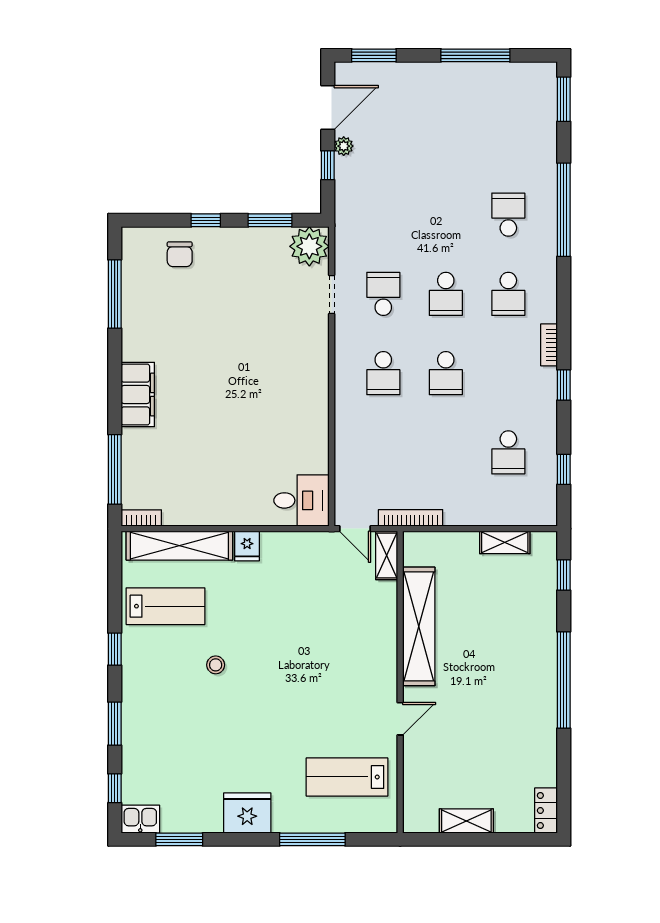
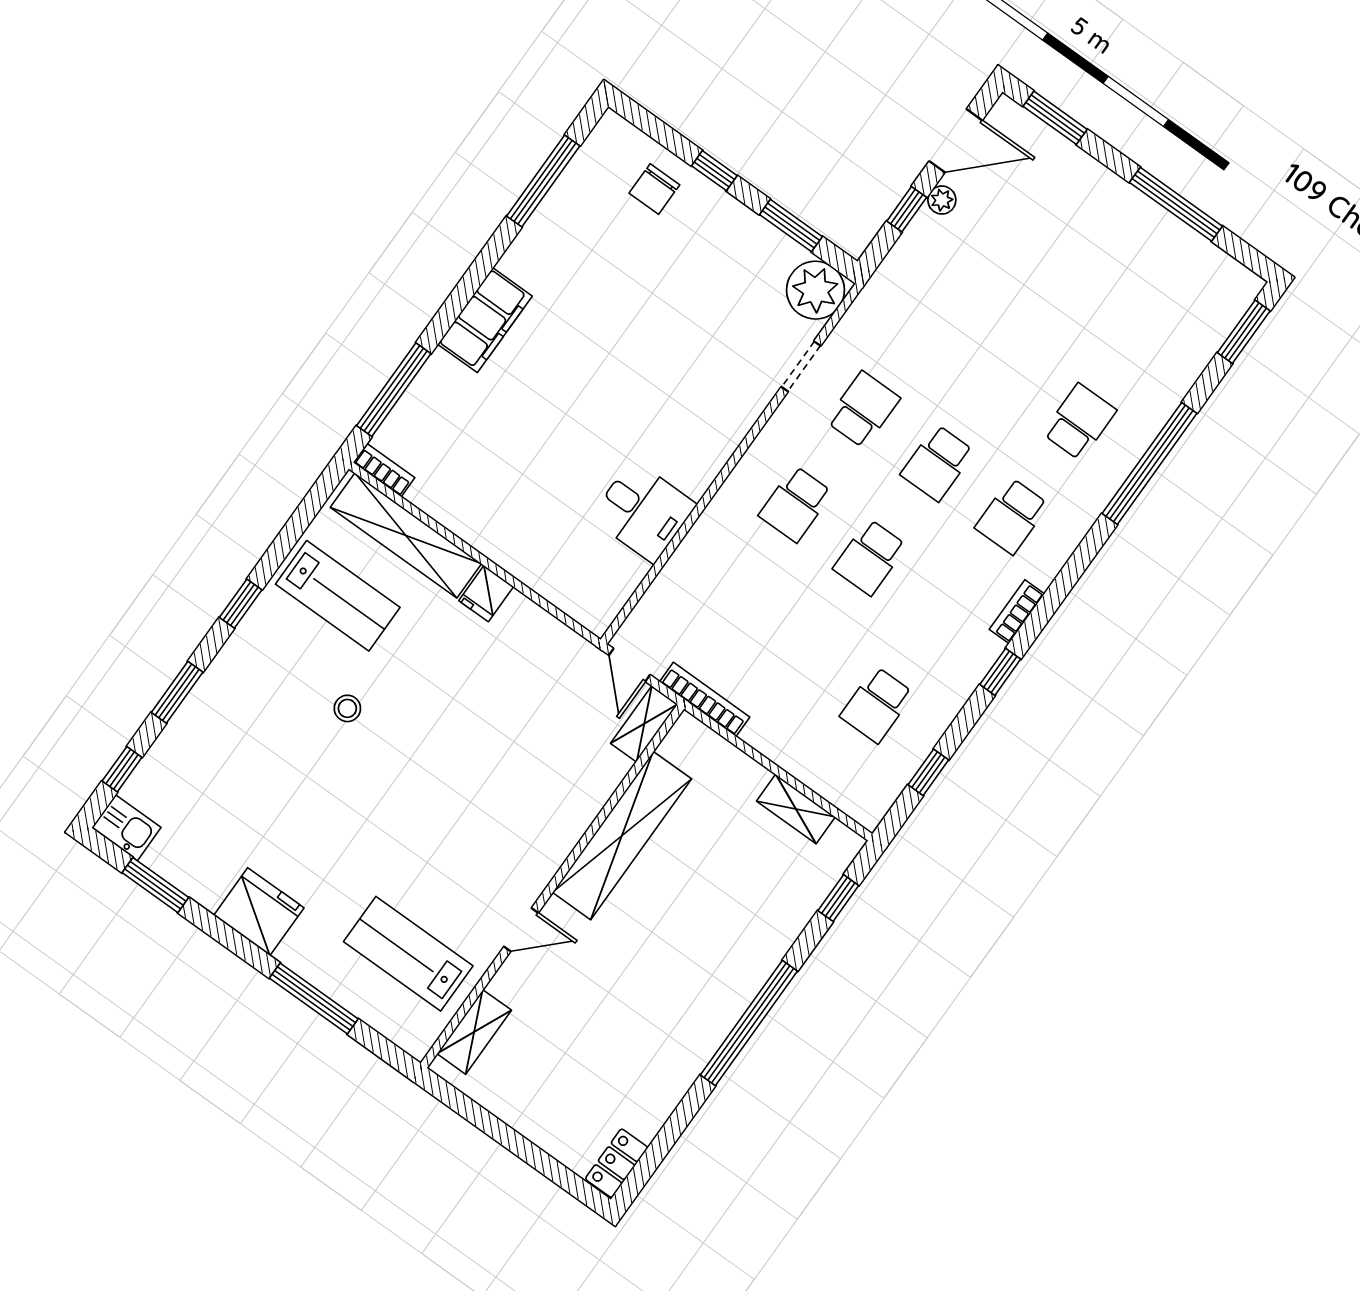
desk: (301, 500) -> (643, 511), moved
shelving: (466, 821) -> (474, 1032), moved, turned 90

